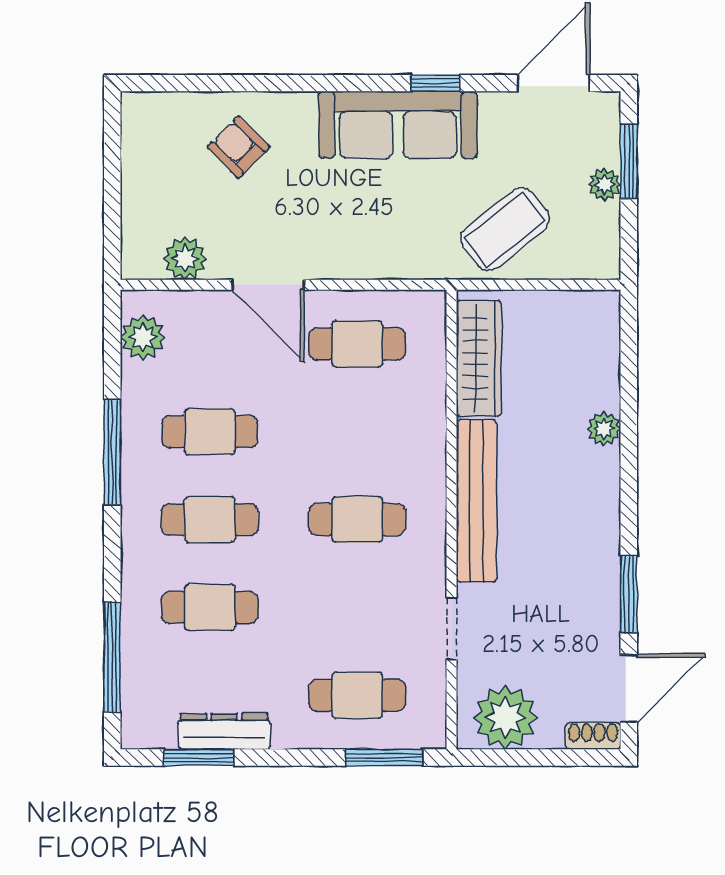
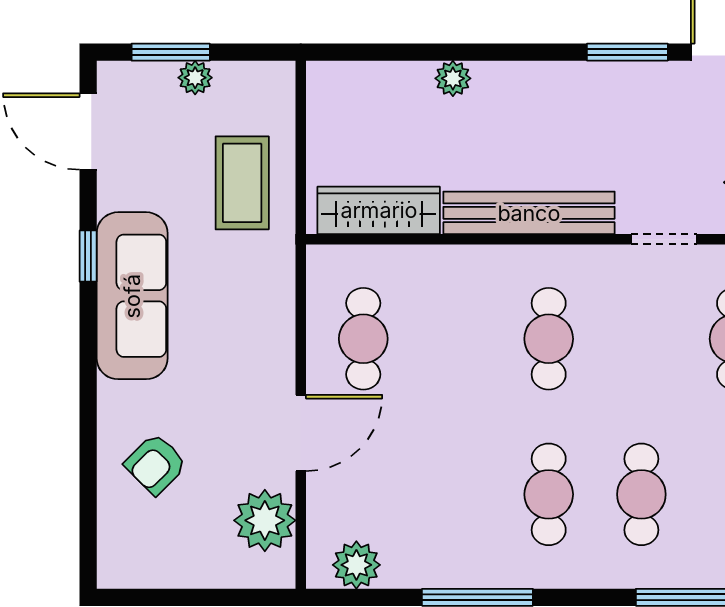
coffee table: (505, 229) -> (242, 183), turned 39
plant: (185, 258) -> (265, 520), width x1.36, depth x1.36
cafe table: (210, 432) -> (456, 494), removed

